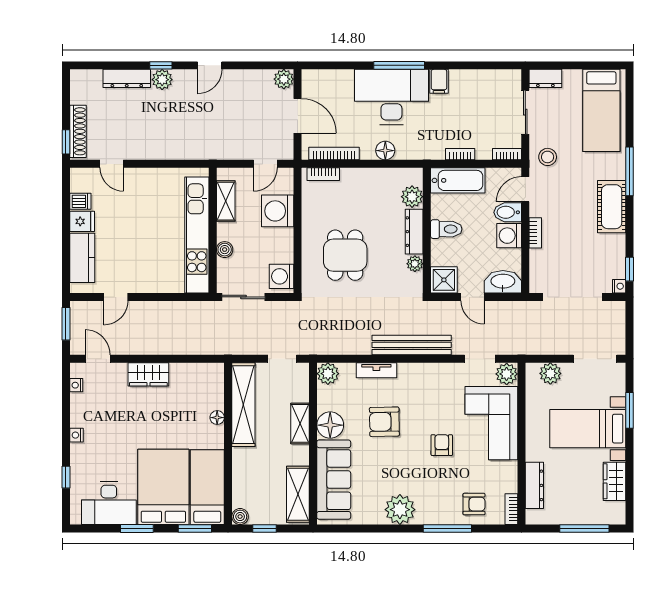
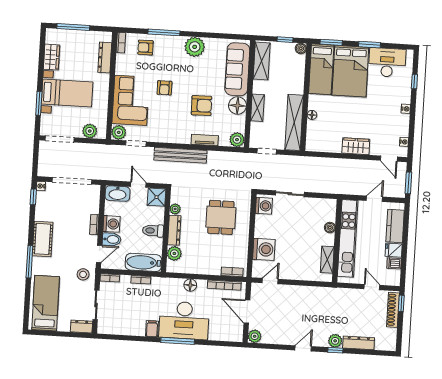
shelving: (226, 201) -> (327, 260), moved
wall: (213, 230) -> (337, 241), moved
kitchen unit: (197, 235) -> (348, 238), moved
boiler: (225, 250) -> (330, 228), moved

